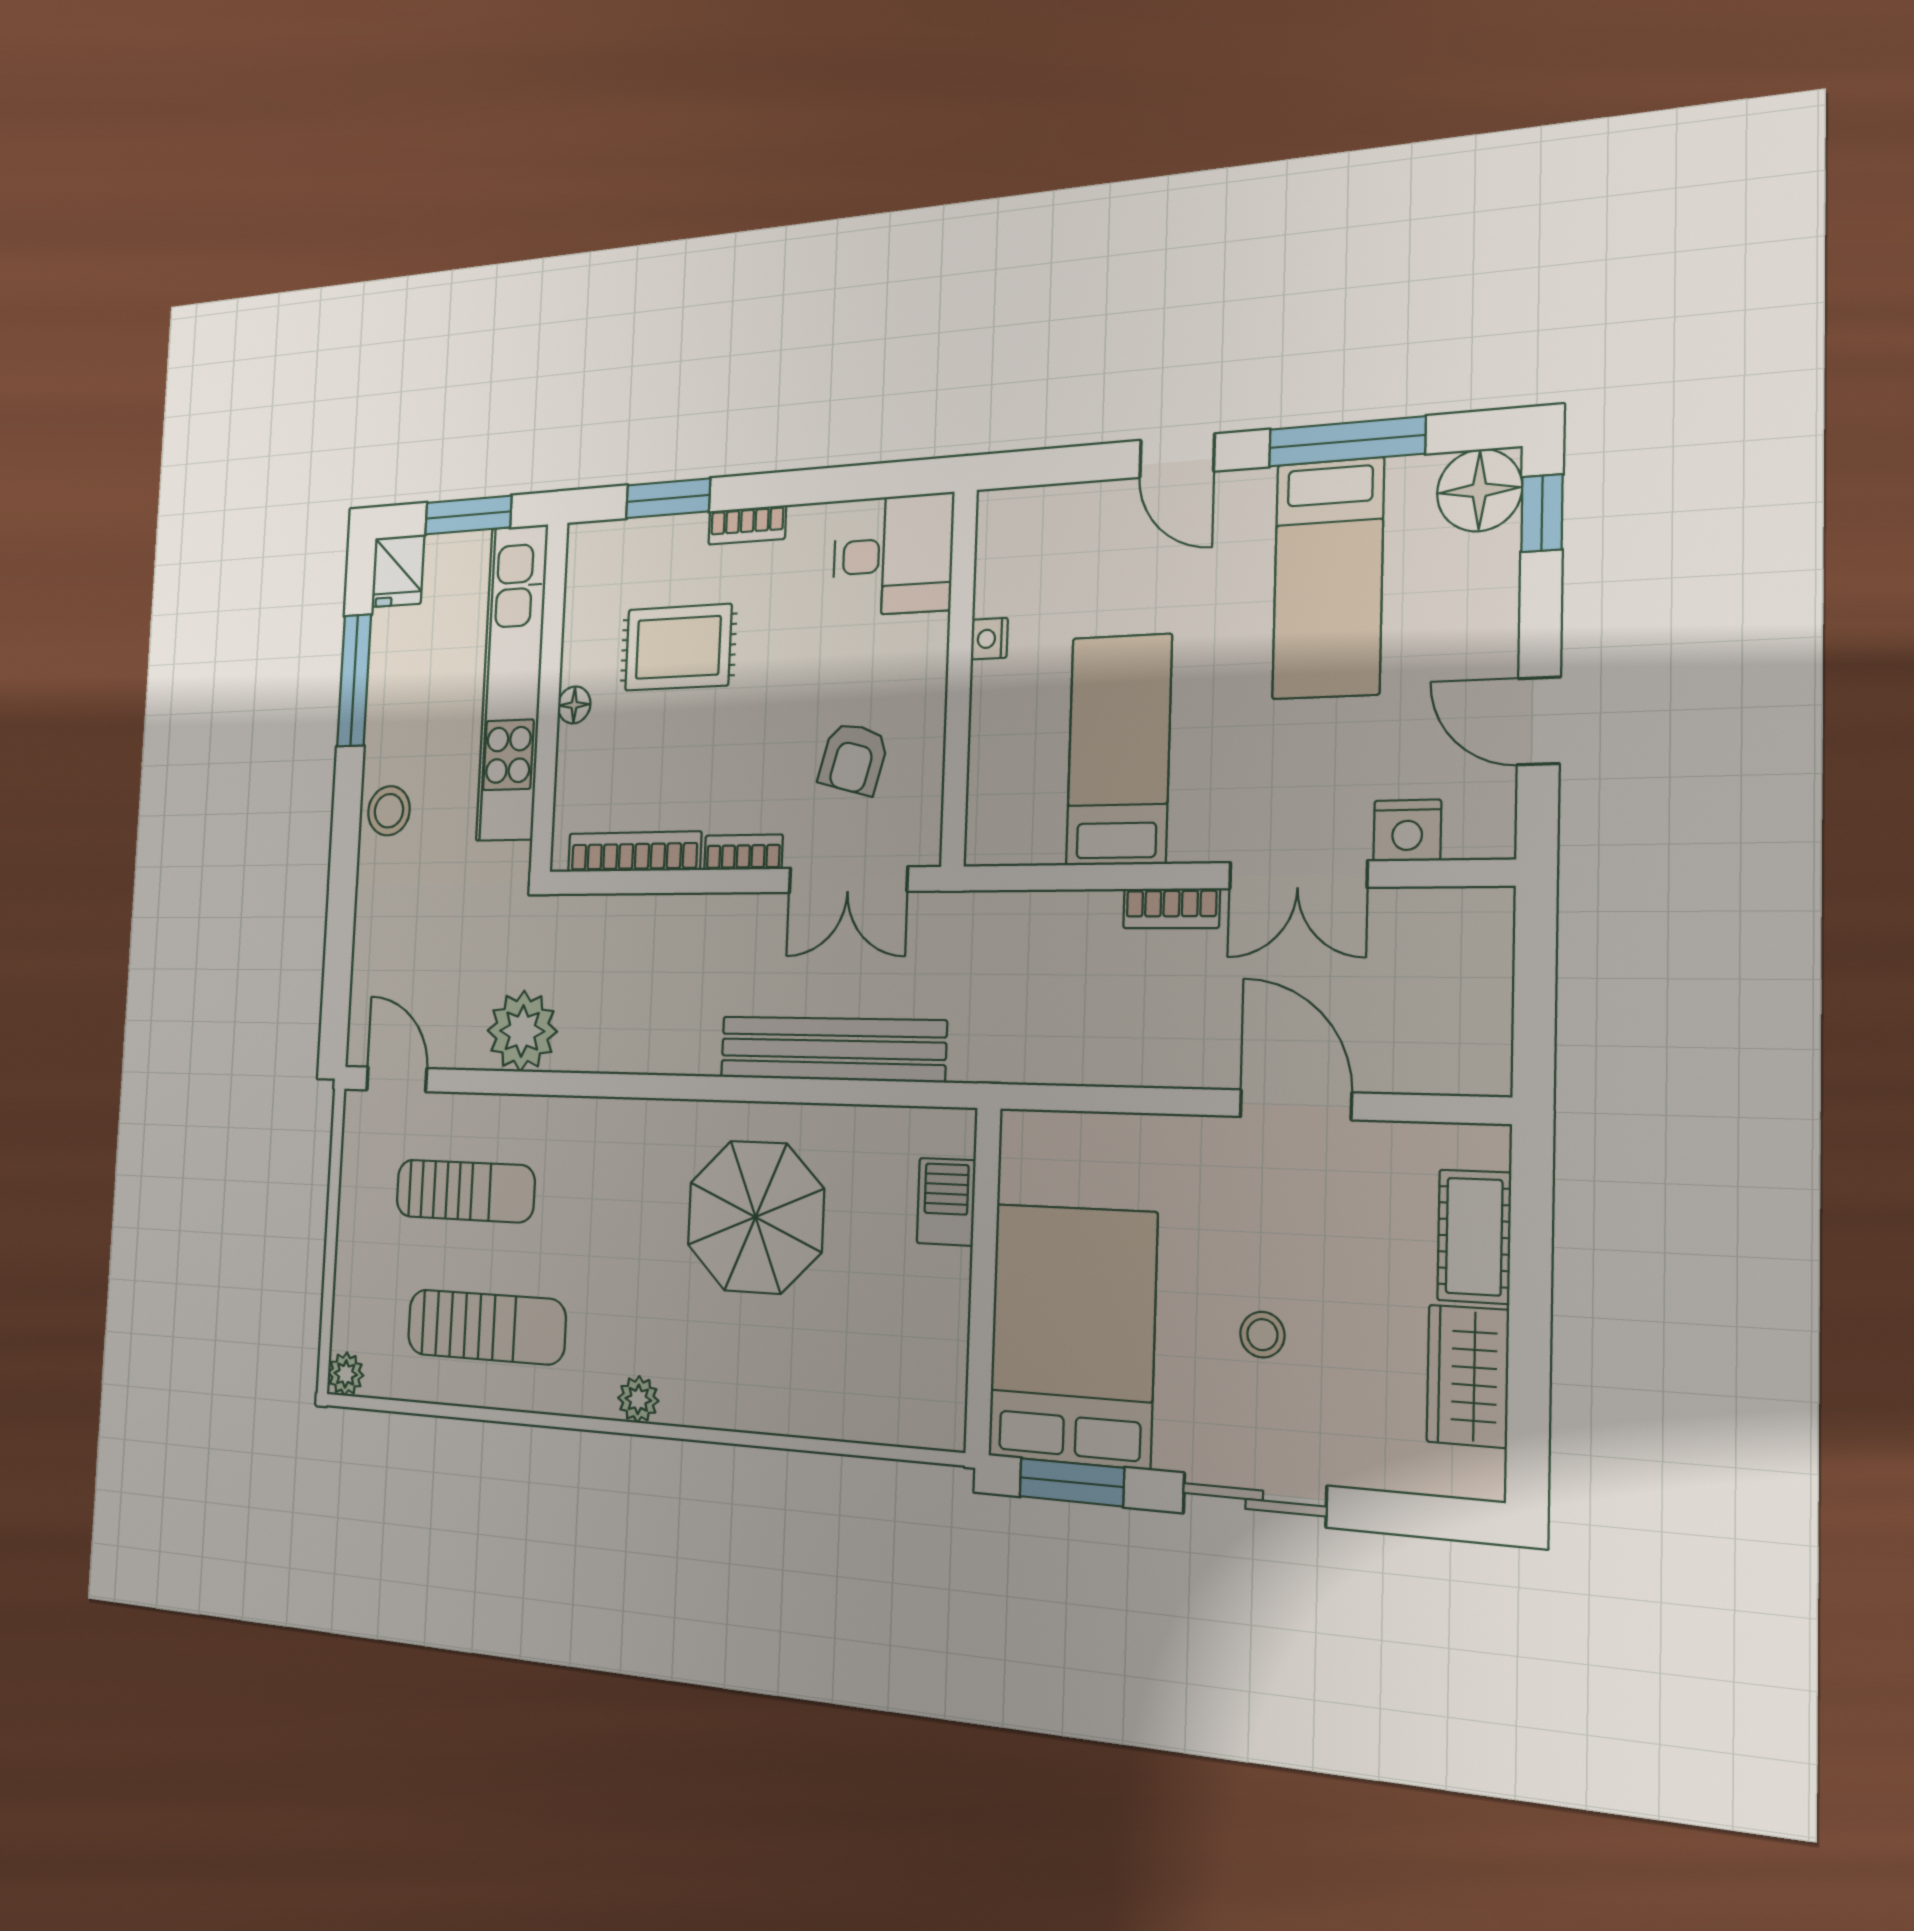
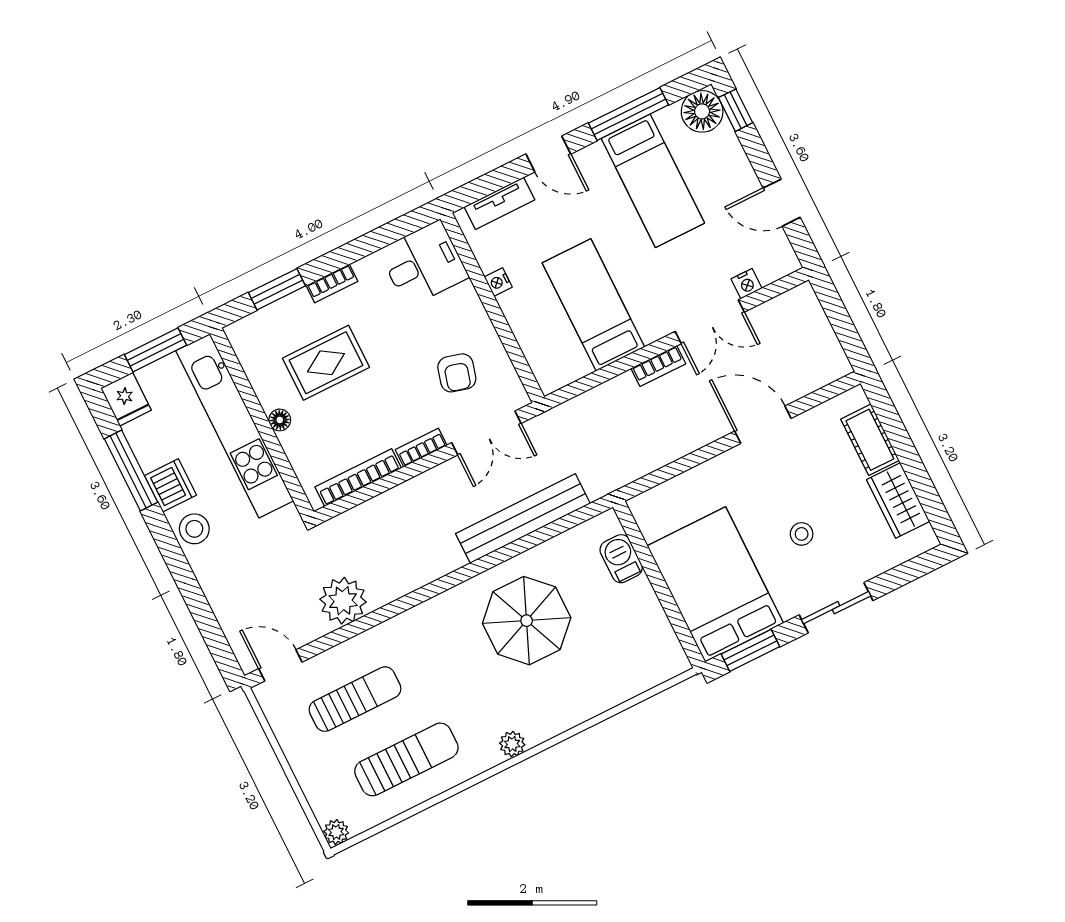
tv unit: (1057, 507) -> (500, 203), added
dishwasher: (391, 729) -> (170, 485), added
nightstand: (1407, 830) -> (747, 284), width x0.72, depth x0.74

